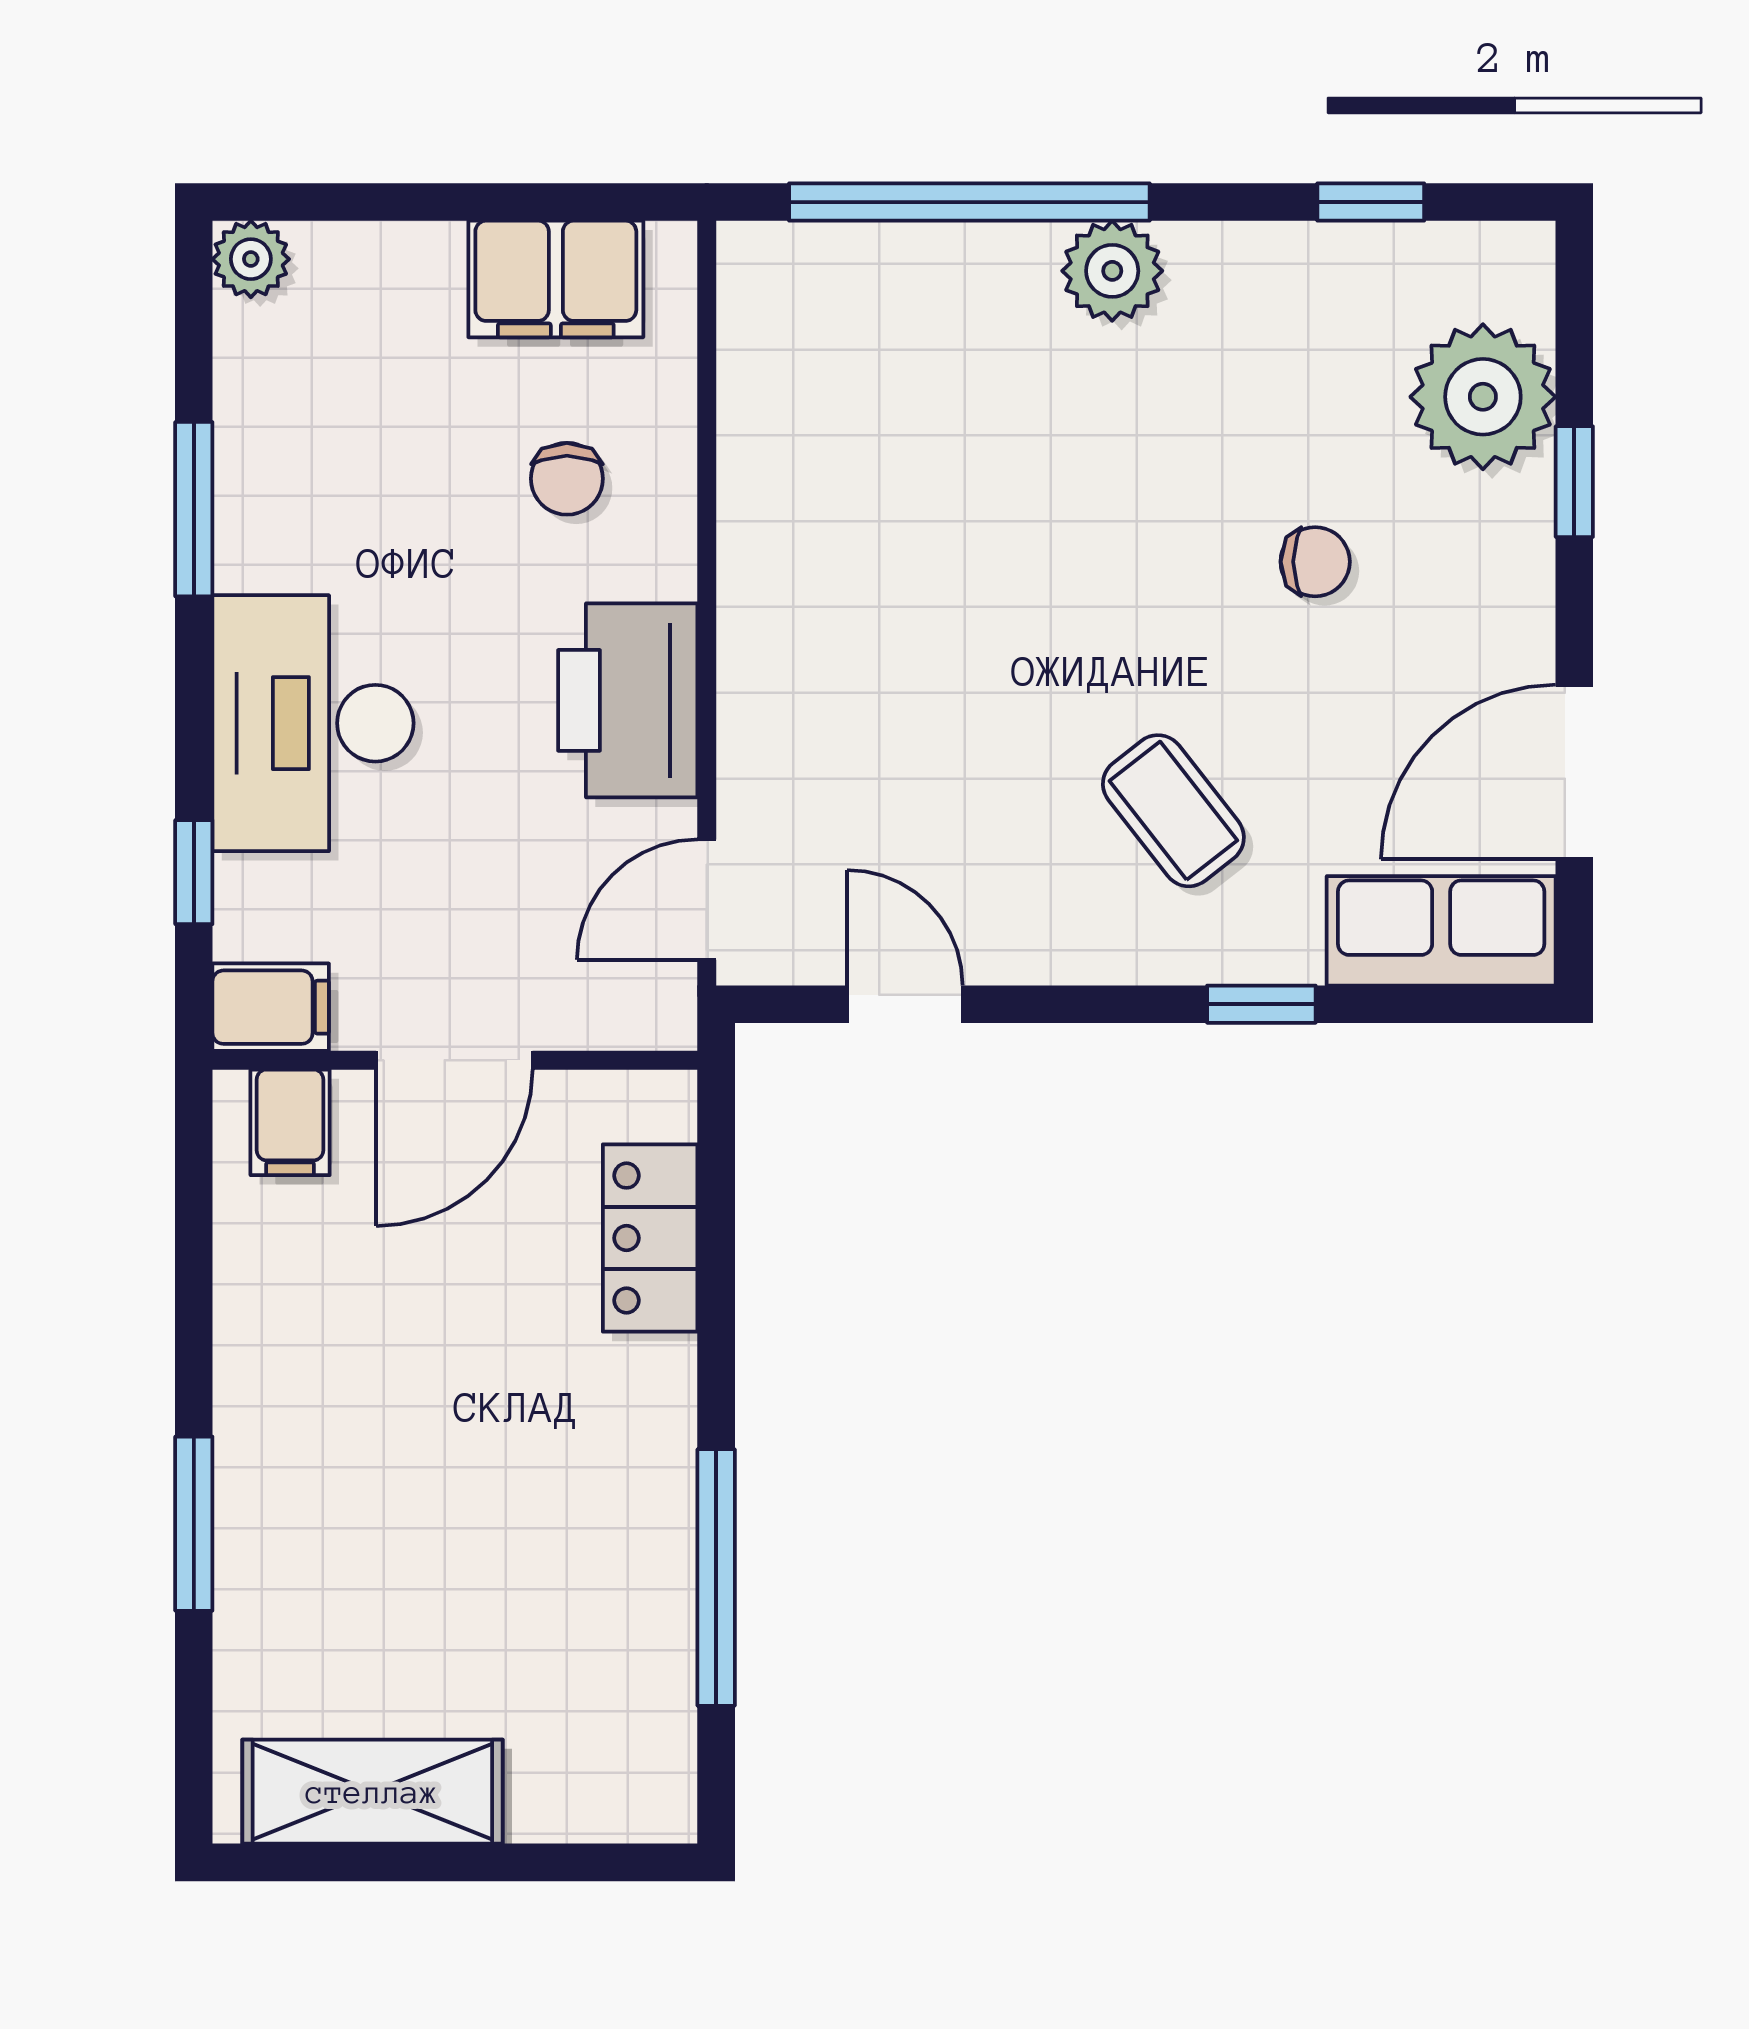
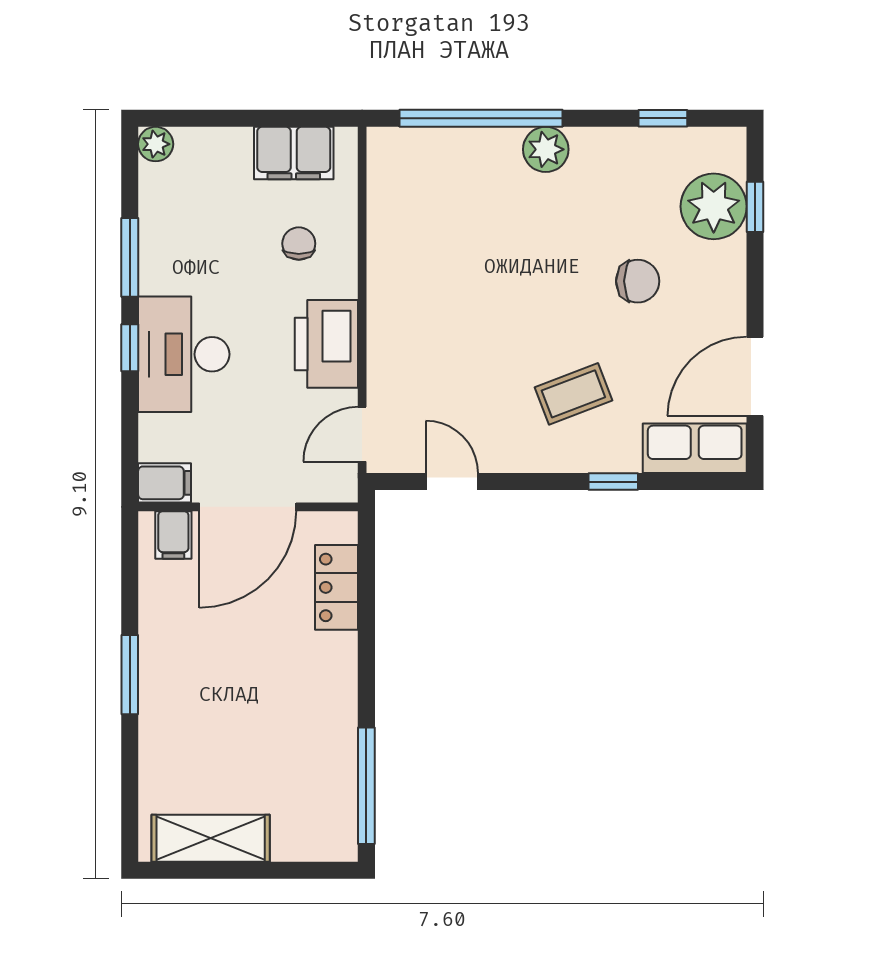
chair: (567, 479) -> (299, 244), turned 180
window: (1574, 482) -> (755, 207), moved
chair: (1315, 562) -> (638, 281), width x1.37, depth x1.37
coffee table: (1173, 811) -> (573, 394), turned -73
window: (194, 872) -> (130, 348), moved
door: (454, 1060) -> (248, 507), width x1.36
window: (194, 1524) -> (130, 675), moved
window: (716, 1577) -> (366, 786), moved

